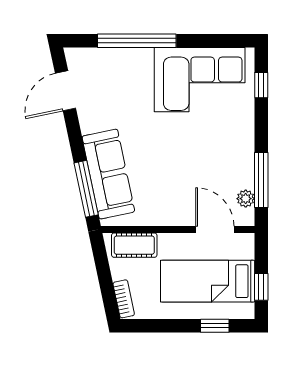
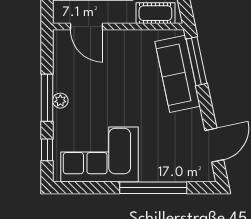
window: (261, 180) -> (47, 98), moved
plant: (246, 199) -> (60, 101), moved

